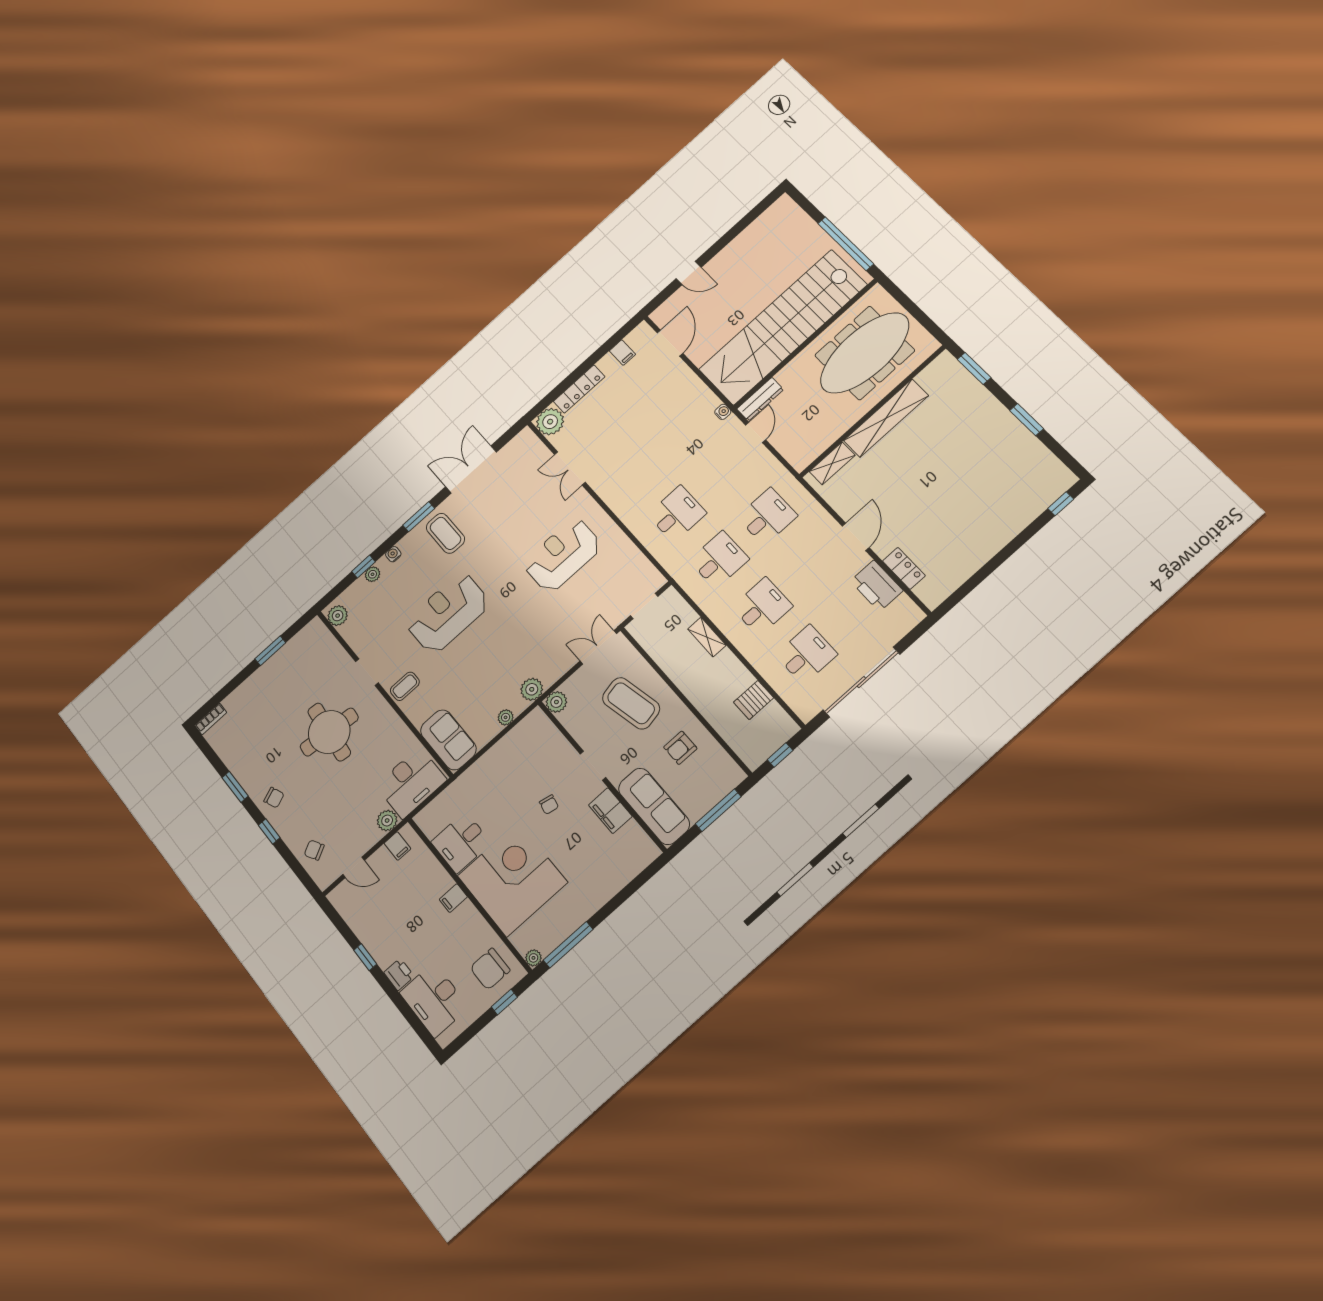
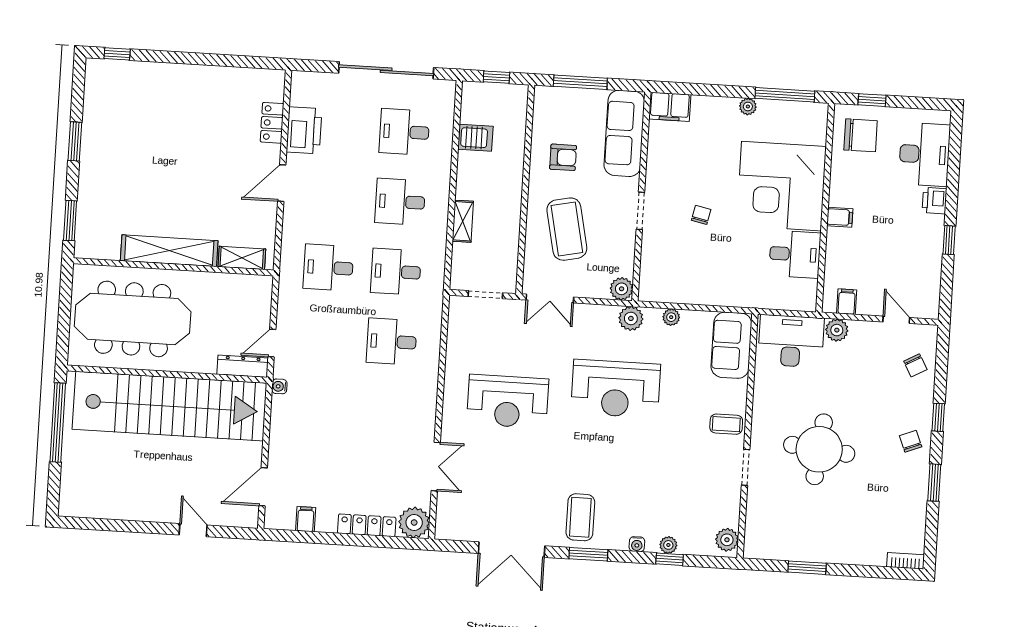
reception desk: (448, 613) -> (616, 389), moved
filing cabinet: (610, 811) -> (670, 107), moved, turned 90
plant: (533, 958) -> (748, 107), moved

